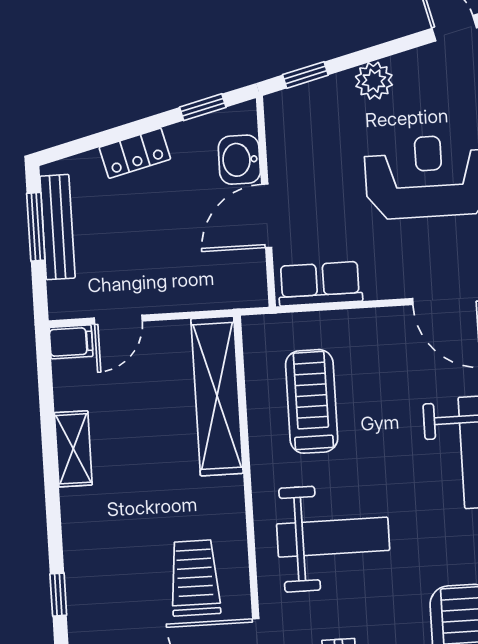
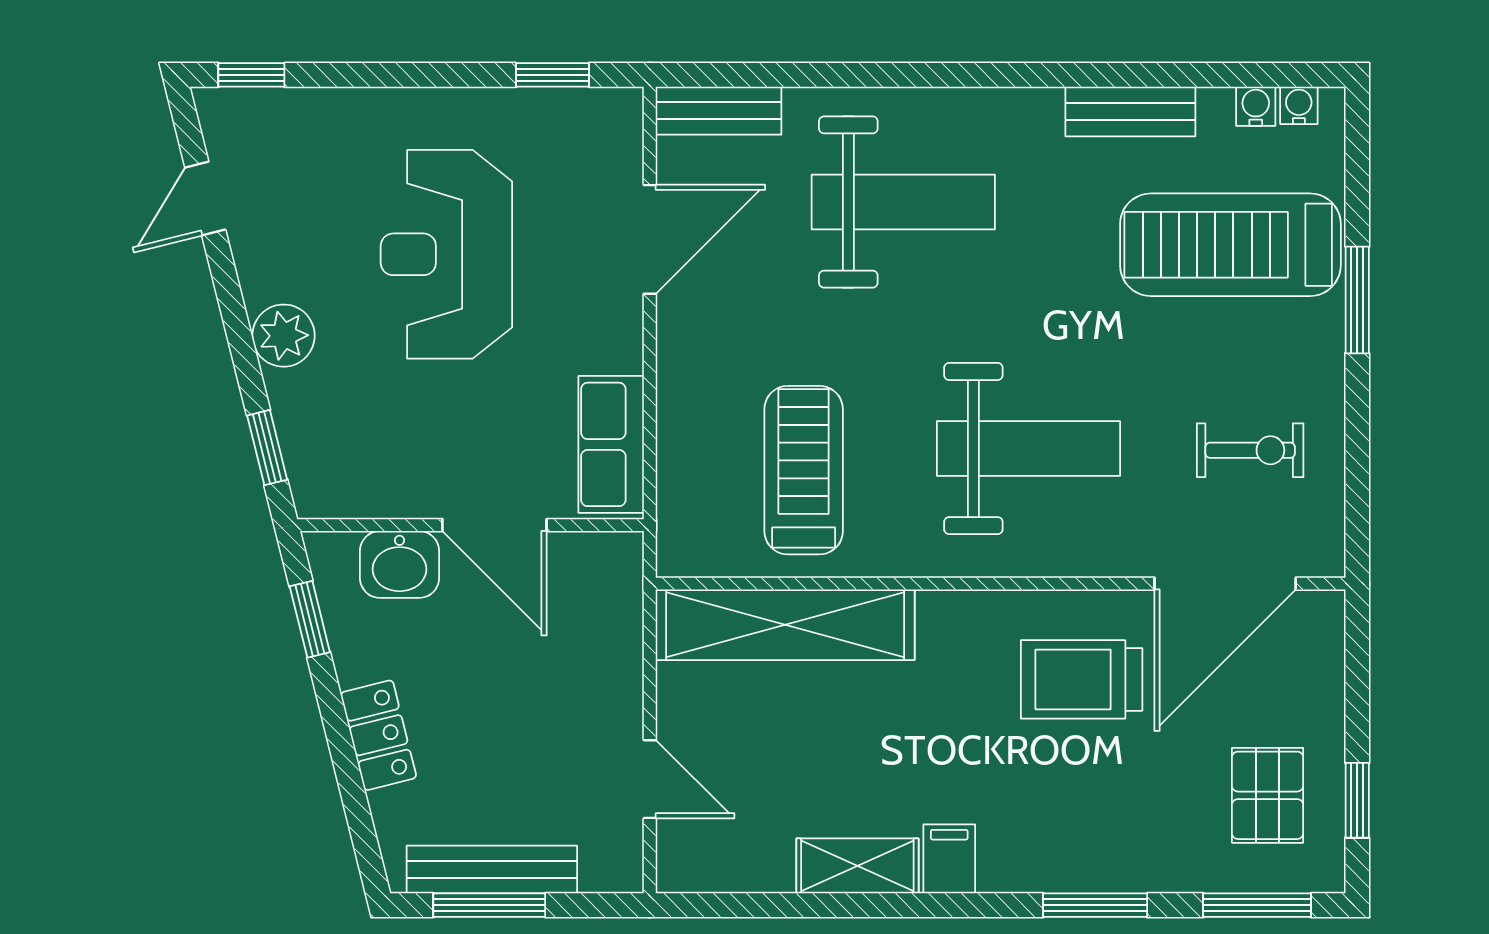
filing cabinet: (71, 342) -> (949, 859), moved
treadmill: (312, 401) -> (804, 470), turned 90
weight bench: (333, 537) -> (1028, 449), turned 90
window: (58, 595) -> (1095, 905), width x1.50

